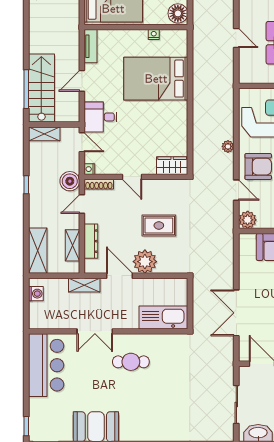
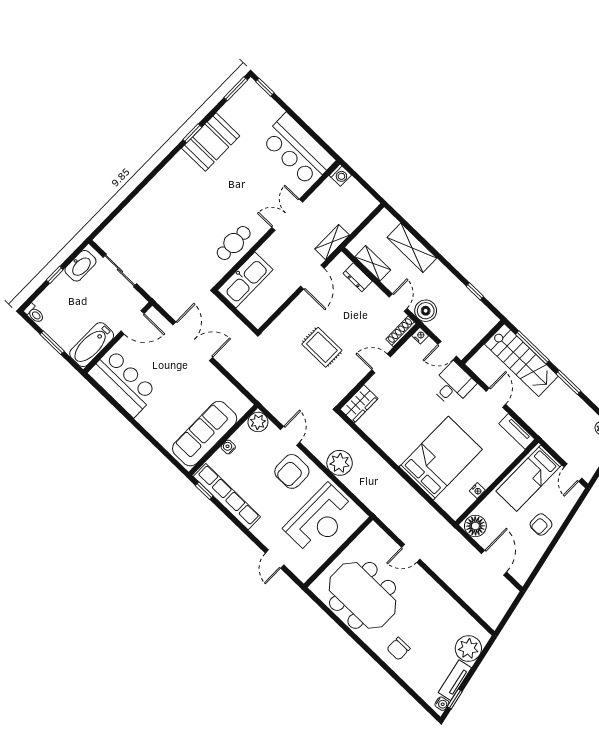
window: (26, 44) -> (568, 382), added
shelving: (44, 134) -> (483, 327), removed
plant: (228, 146) -> (340, 463), width x1.88, depth x1.88
window: (26, 185) -> (475, 291), moved
door: (236, 190) -> (290, 436), swing flipped
rug: (159, 225) -> (322, 347), turned 90
dresser: (91, 241) -> (358, 277), width x0.70
shelving: (38, 251) -> (412, 248), moved
plant: (145, 262) -> (304, 308), removed
door: (119, 276) -> (312, 277), hinge flipped
washing machine: (36, 294) -> (340, 175), moved, turned -90
cafe table: (131, 362) -> (234, 243), moved

